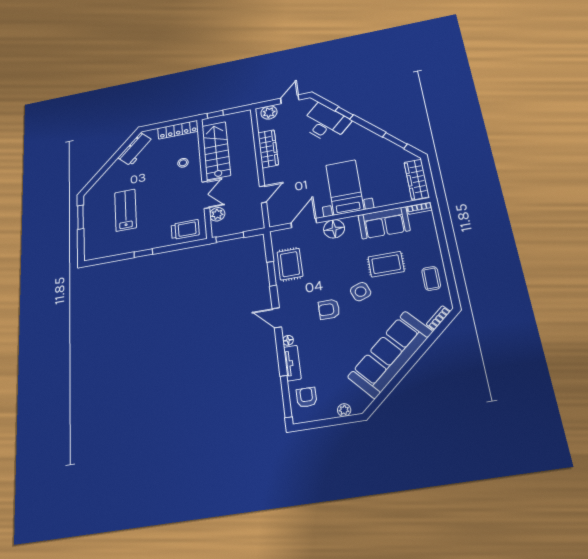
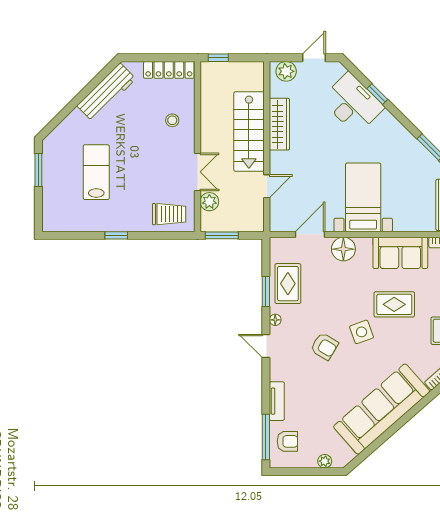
workbench: (136, 149) -> (106, 92), width x1.37
stairs: (216, 150) -> (249, 132), moved, turned 180
armchair: (329, 309) -> (324, 346), turned -149
floor lamp: (288, 340) -> (275, 320), moved
armchair: (307, 397) -> (287, 441), turned 90

